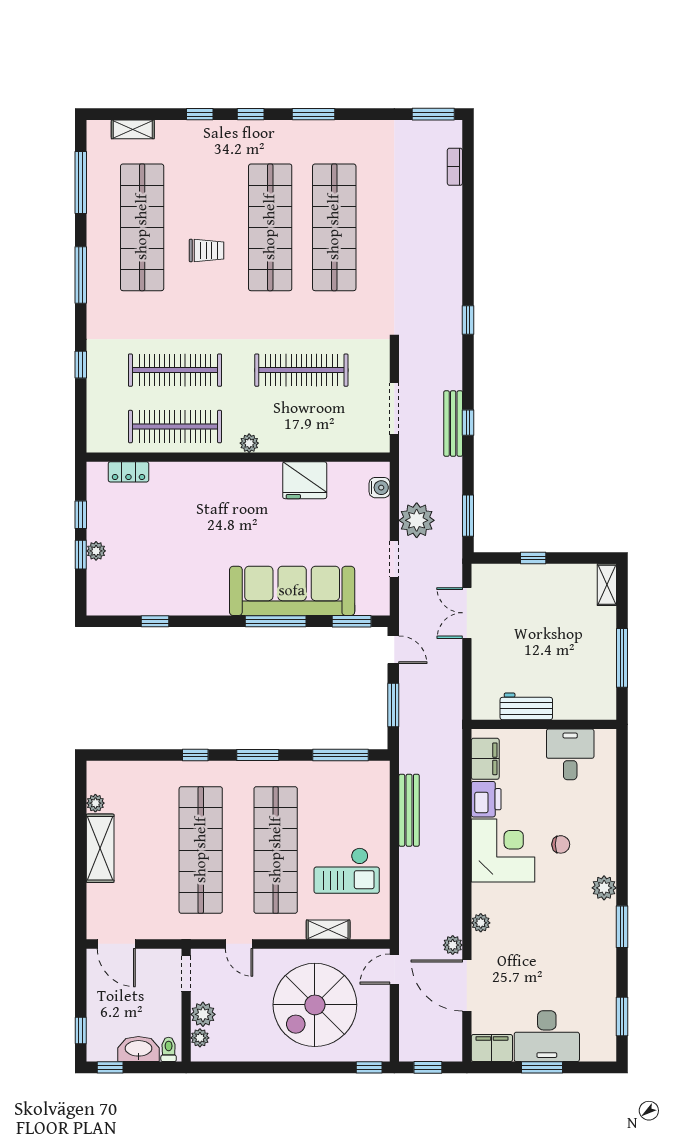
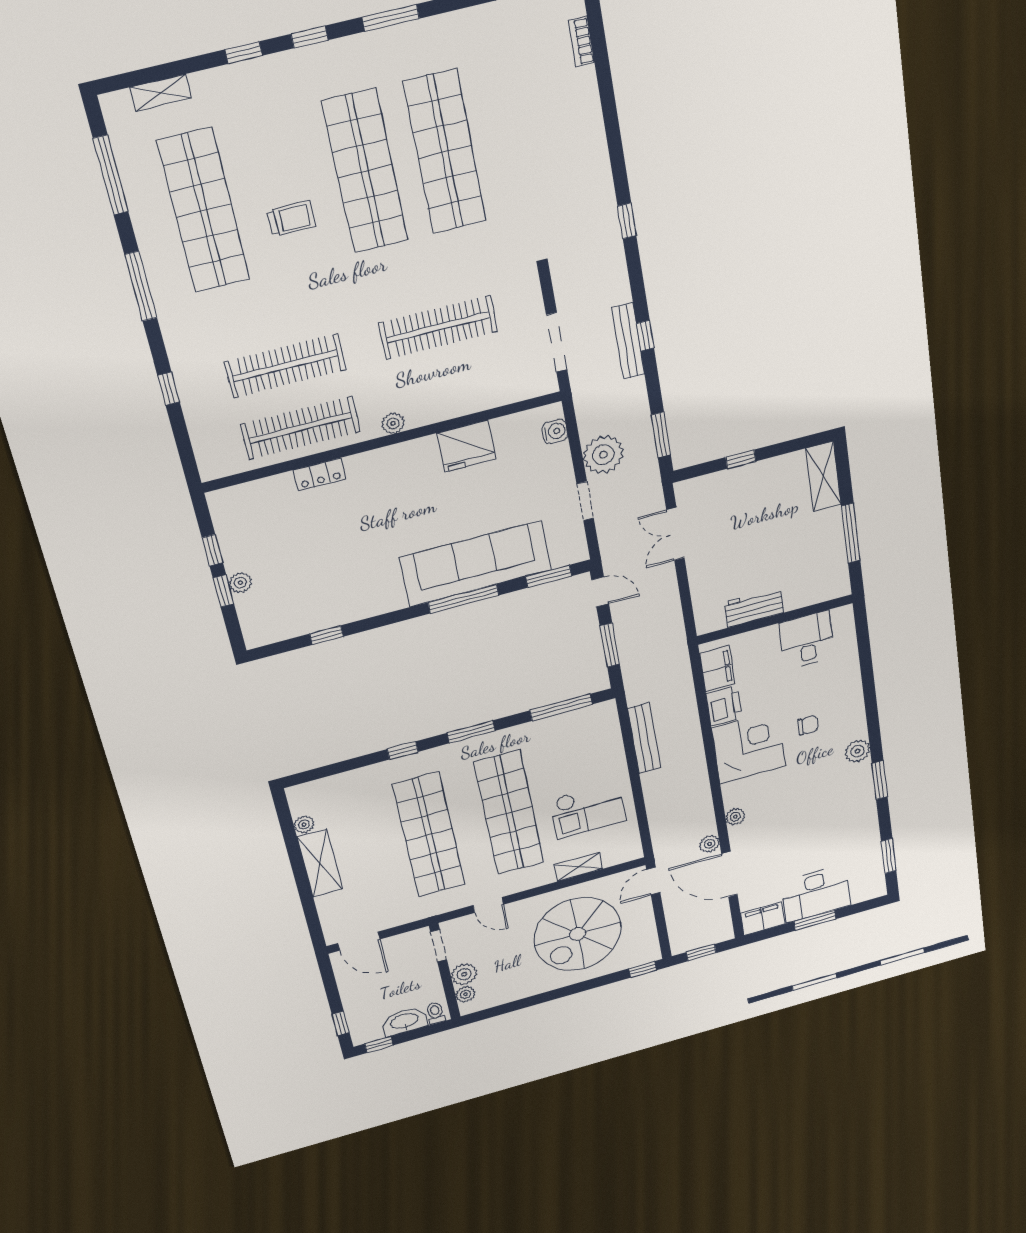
locker: (128, 472) -> (320, 475), moved
shelving: (607, 585) -> (823, 476), width x1.50, depth x1.33

